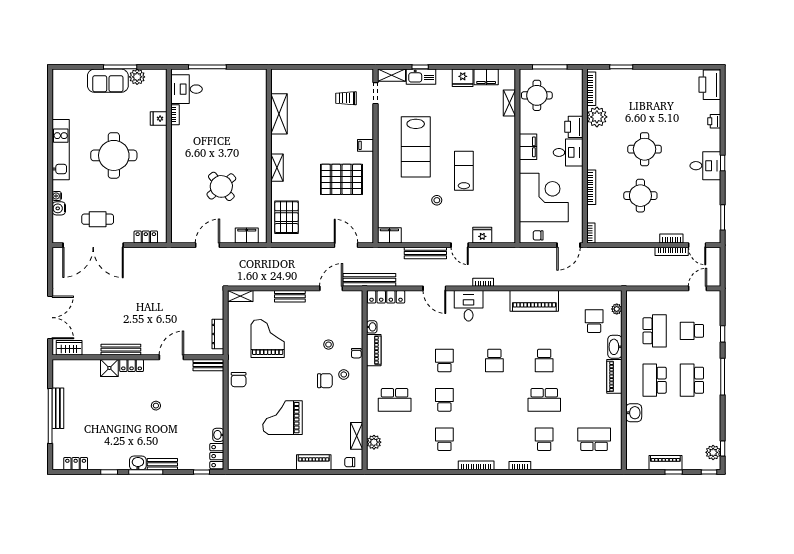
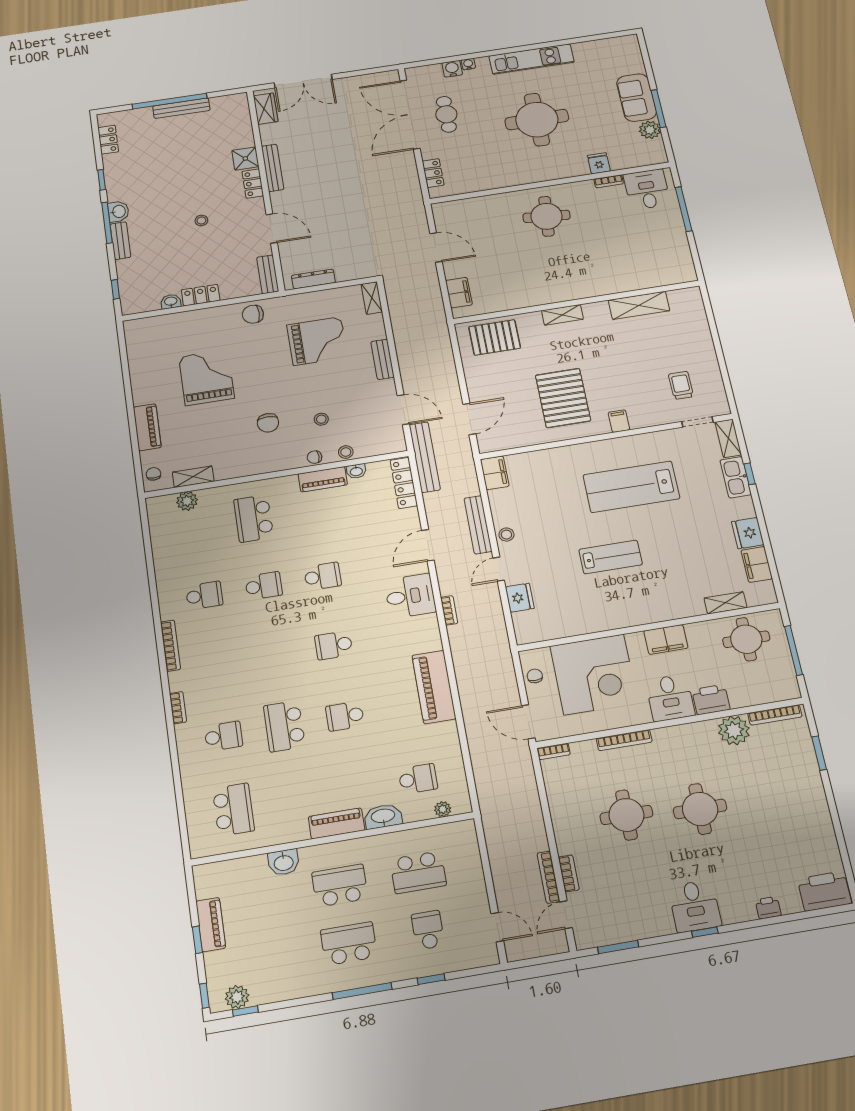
round table: (221, 186) -> (546, 216), moved, turned 45
stool: (437, 200) -> (506, 535), moved
stool: (344, 374) -> (346, 452), moved
locker: (217, 456) -> (201, 295), moved

